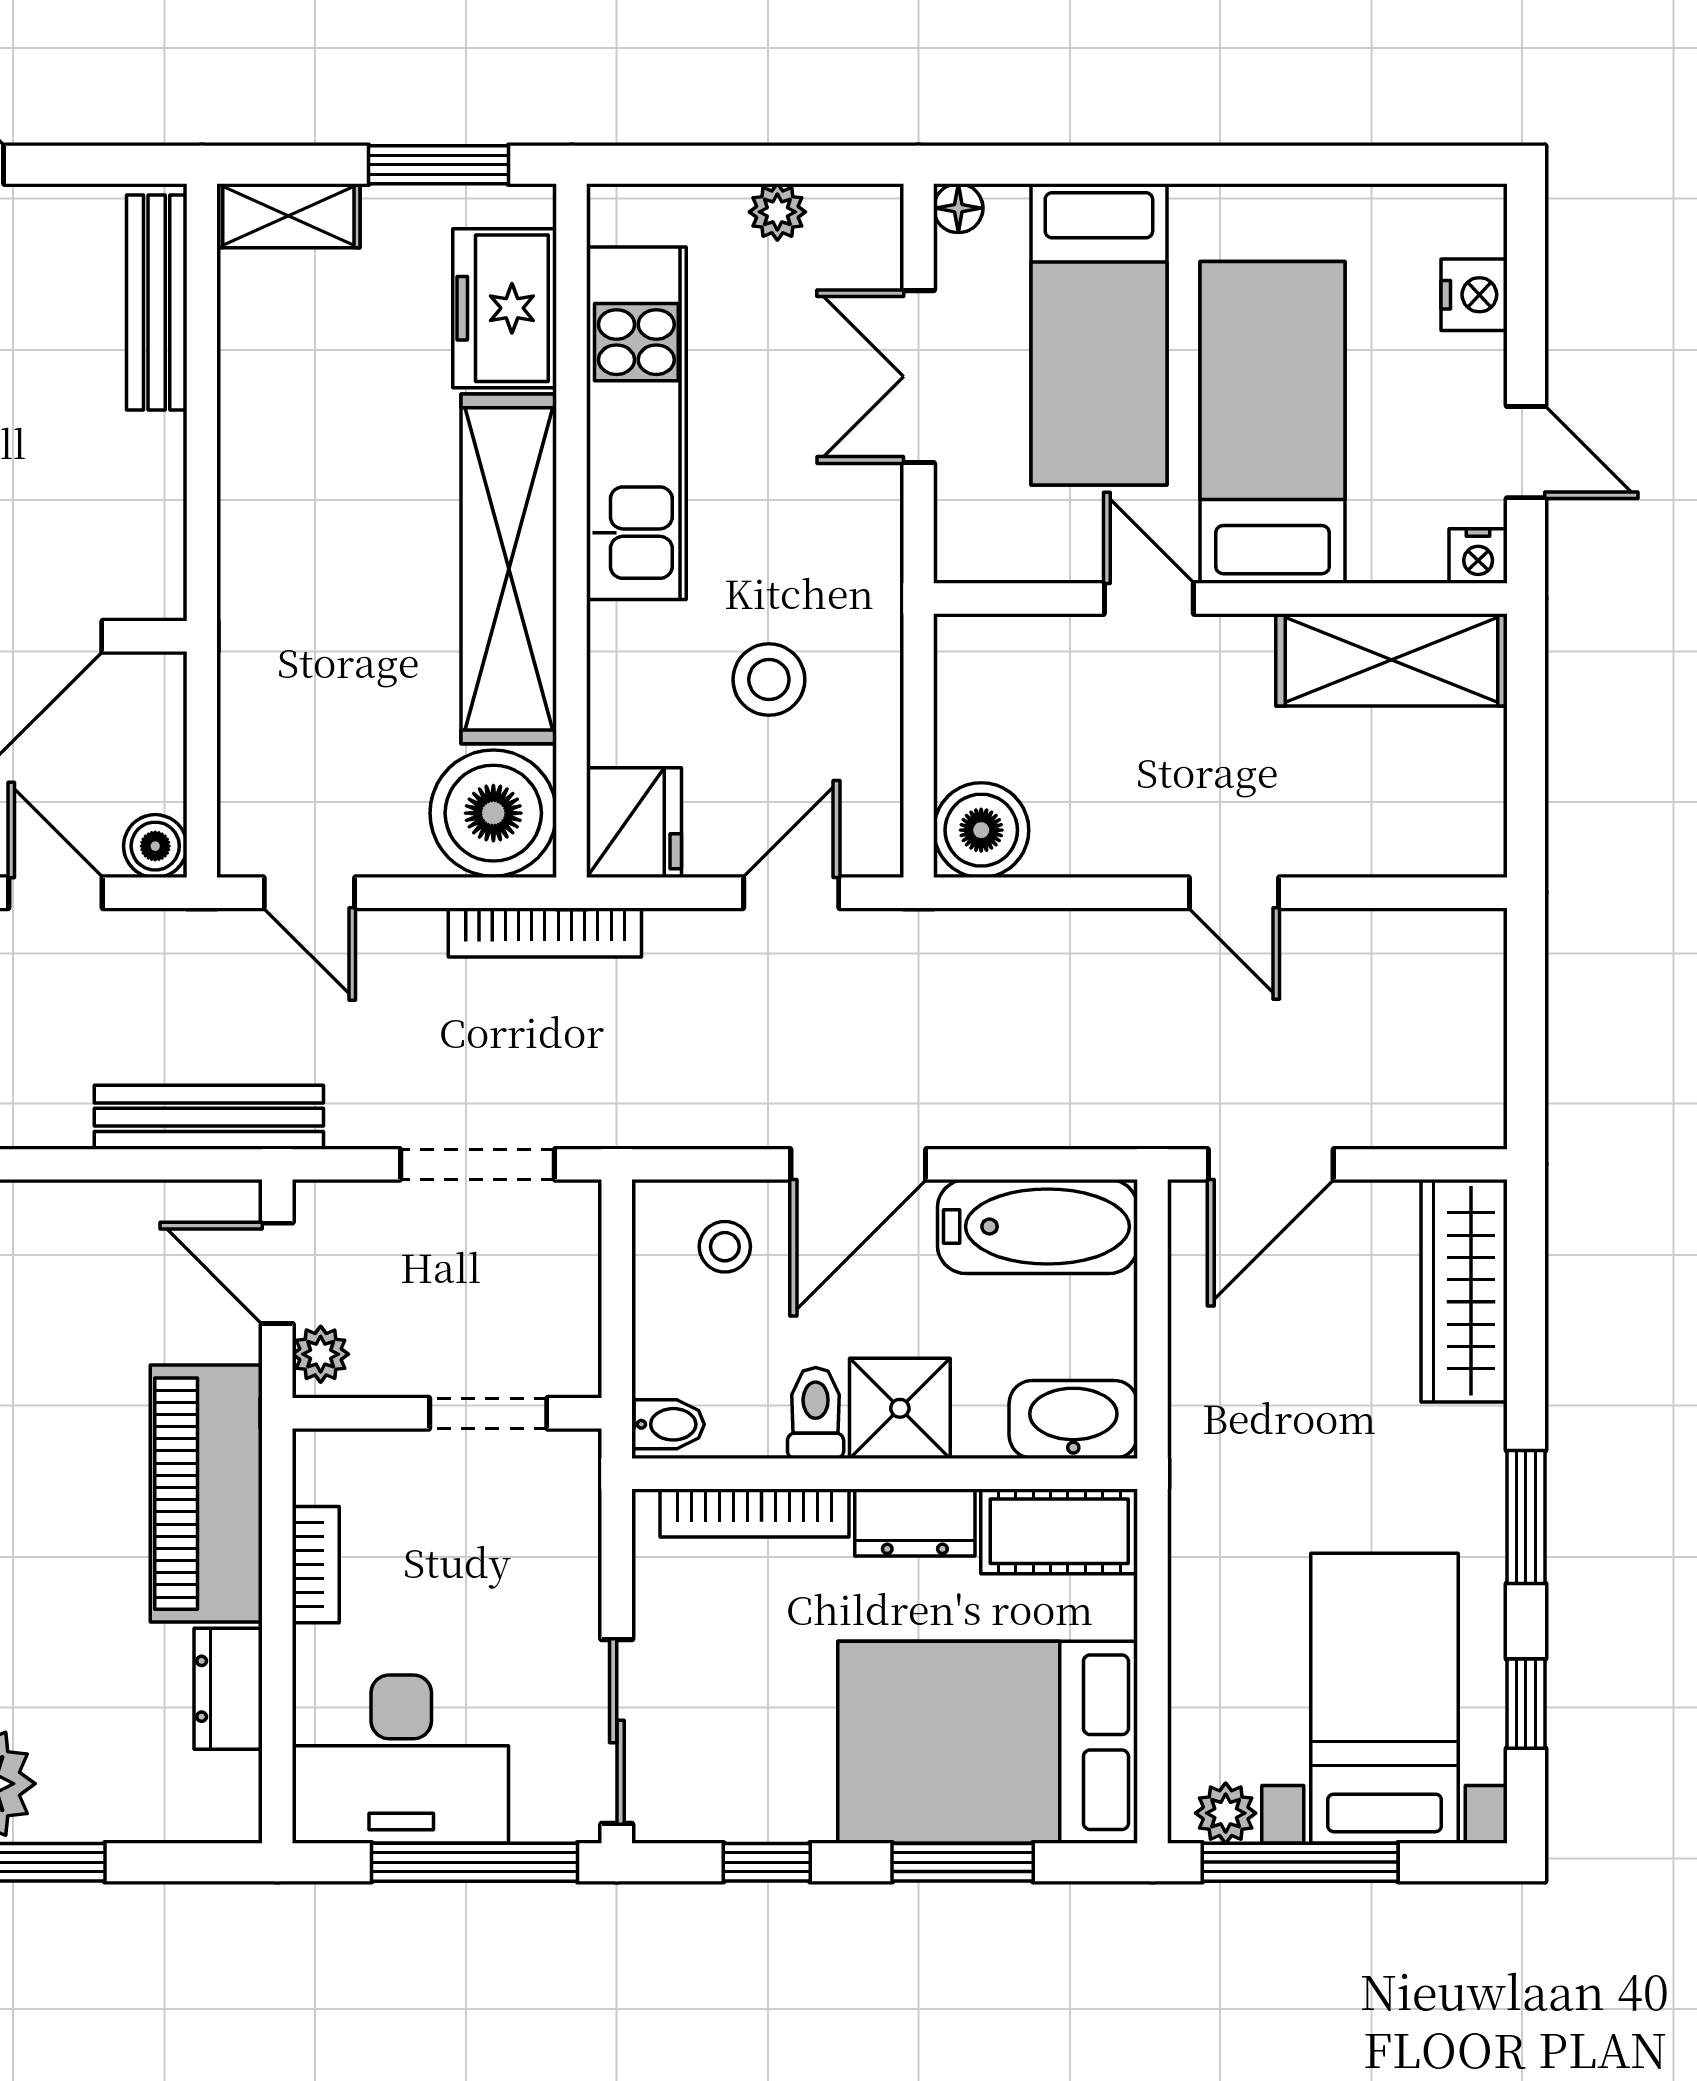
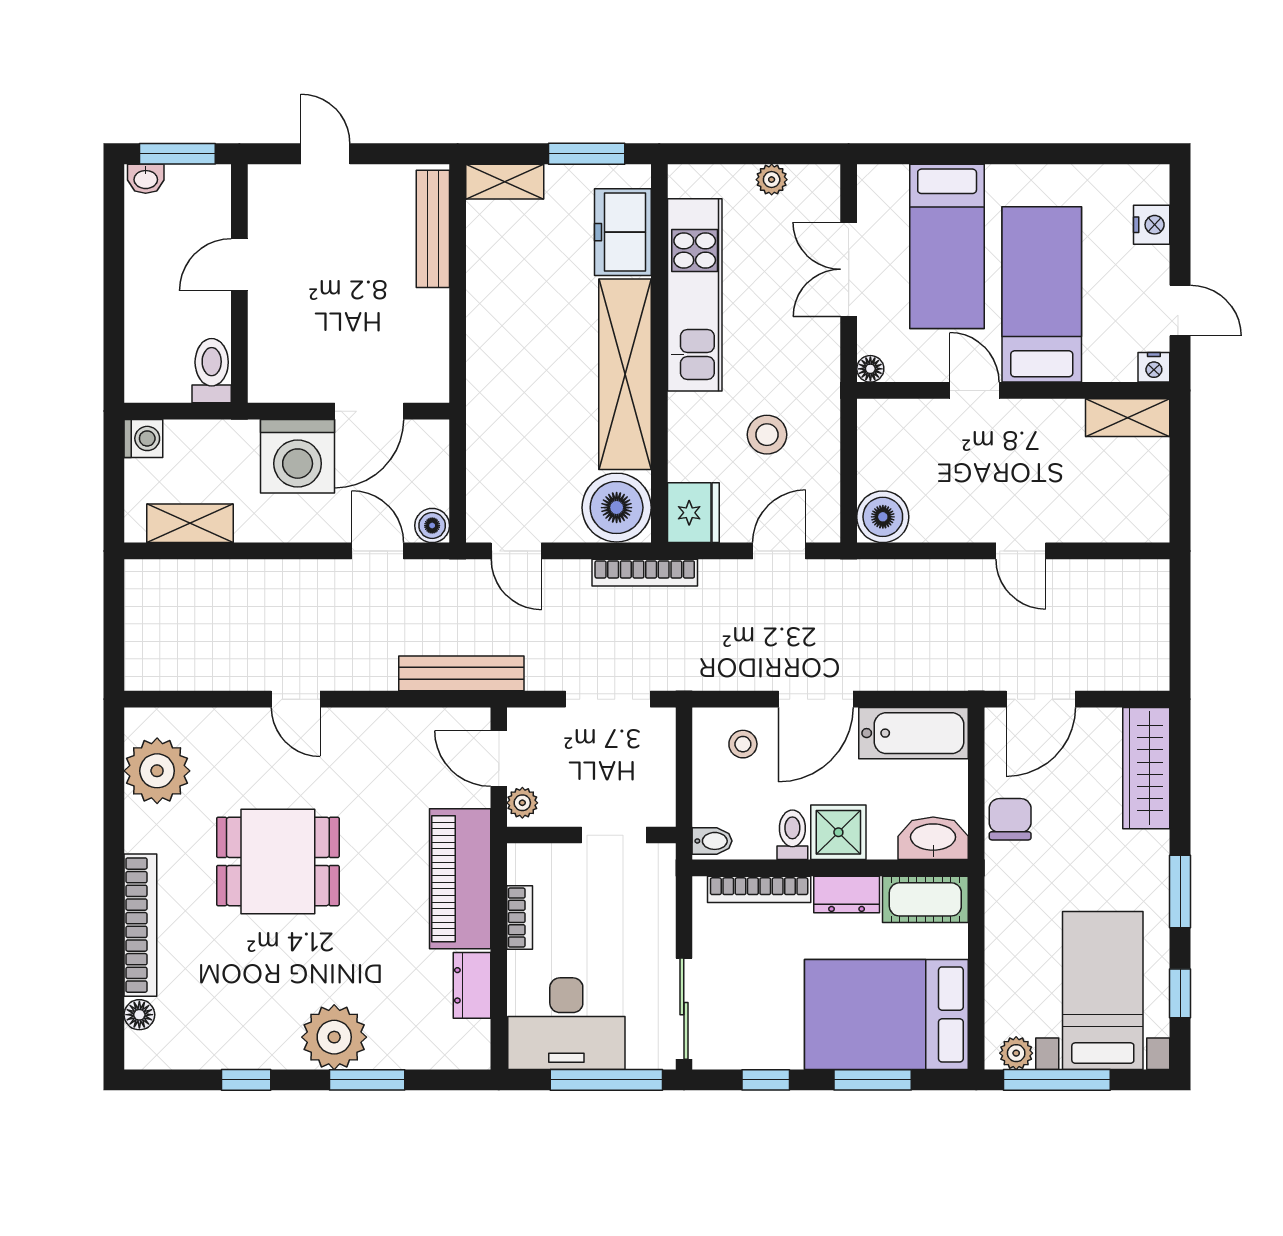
floor lamp: (958, 208) -> (870, 369), moved
shelving: (1391, 660) -> (1128, 418), width x0.67, depth x0.75
chair: (1215, 1384) -> (1010, 819), added

